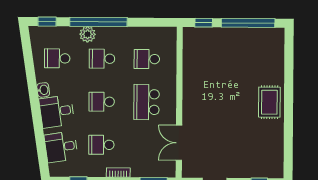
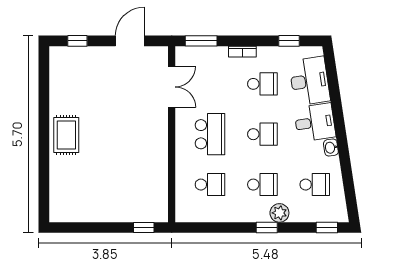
window: (98, 22) -> (267, 227), width x0.32
window: (248, 23) -> (92, 227), removed
desk: (61, 147) -> (309, 81), width x1.37

